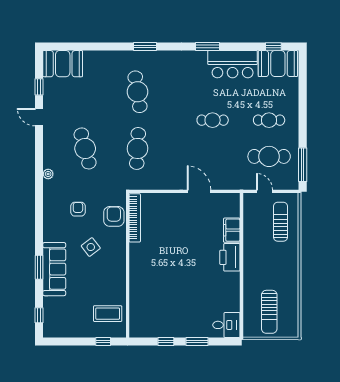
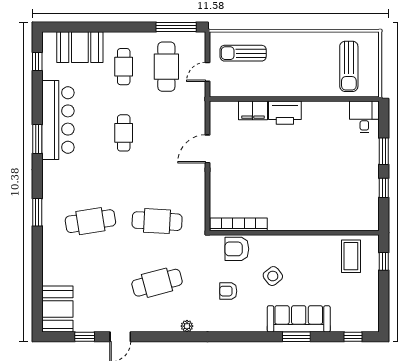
bar counter: (233, 64) -> (58, 120), width x1.36
booth: (278, 64) -> (80, 47), moved, turned 90
sun lounger: (269, 312) -> (349, 66), turned 90

